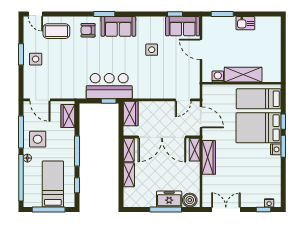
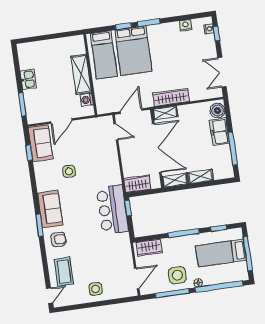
armchair: (88, 30) -> (58, 239), turned -90
window: (21, 54) -> (93, 305), removed
nightstand: (276, 149) -> (186, 25), moved
window: (166, 210) -> (233, 149), moved

